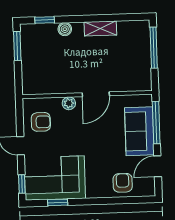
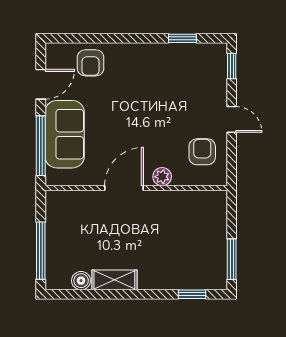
boiler: (65, 29) -> (81, 281), moved
armchair: (41, 122) -> (202, 152), turned 90
corner sofa: (55, 178) -> (185, 73), removed

